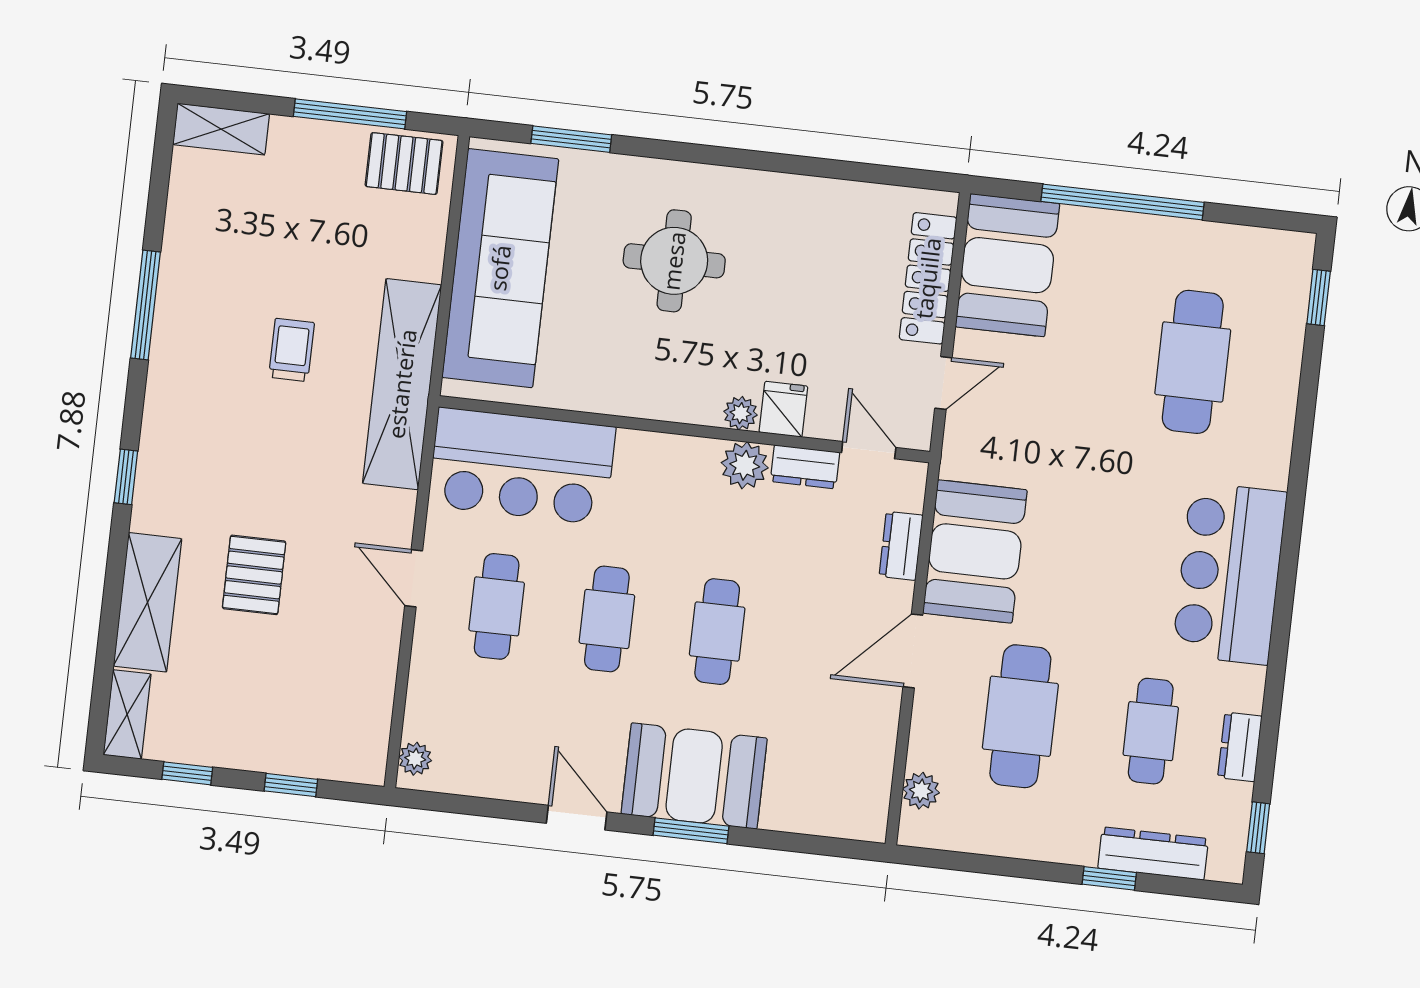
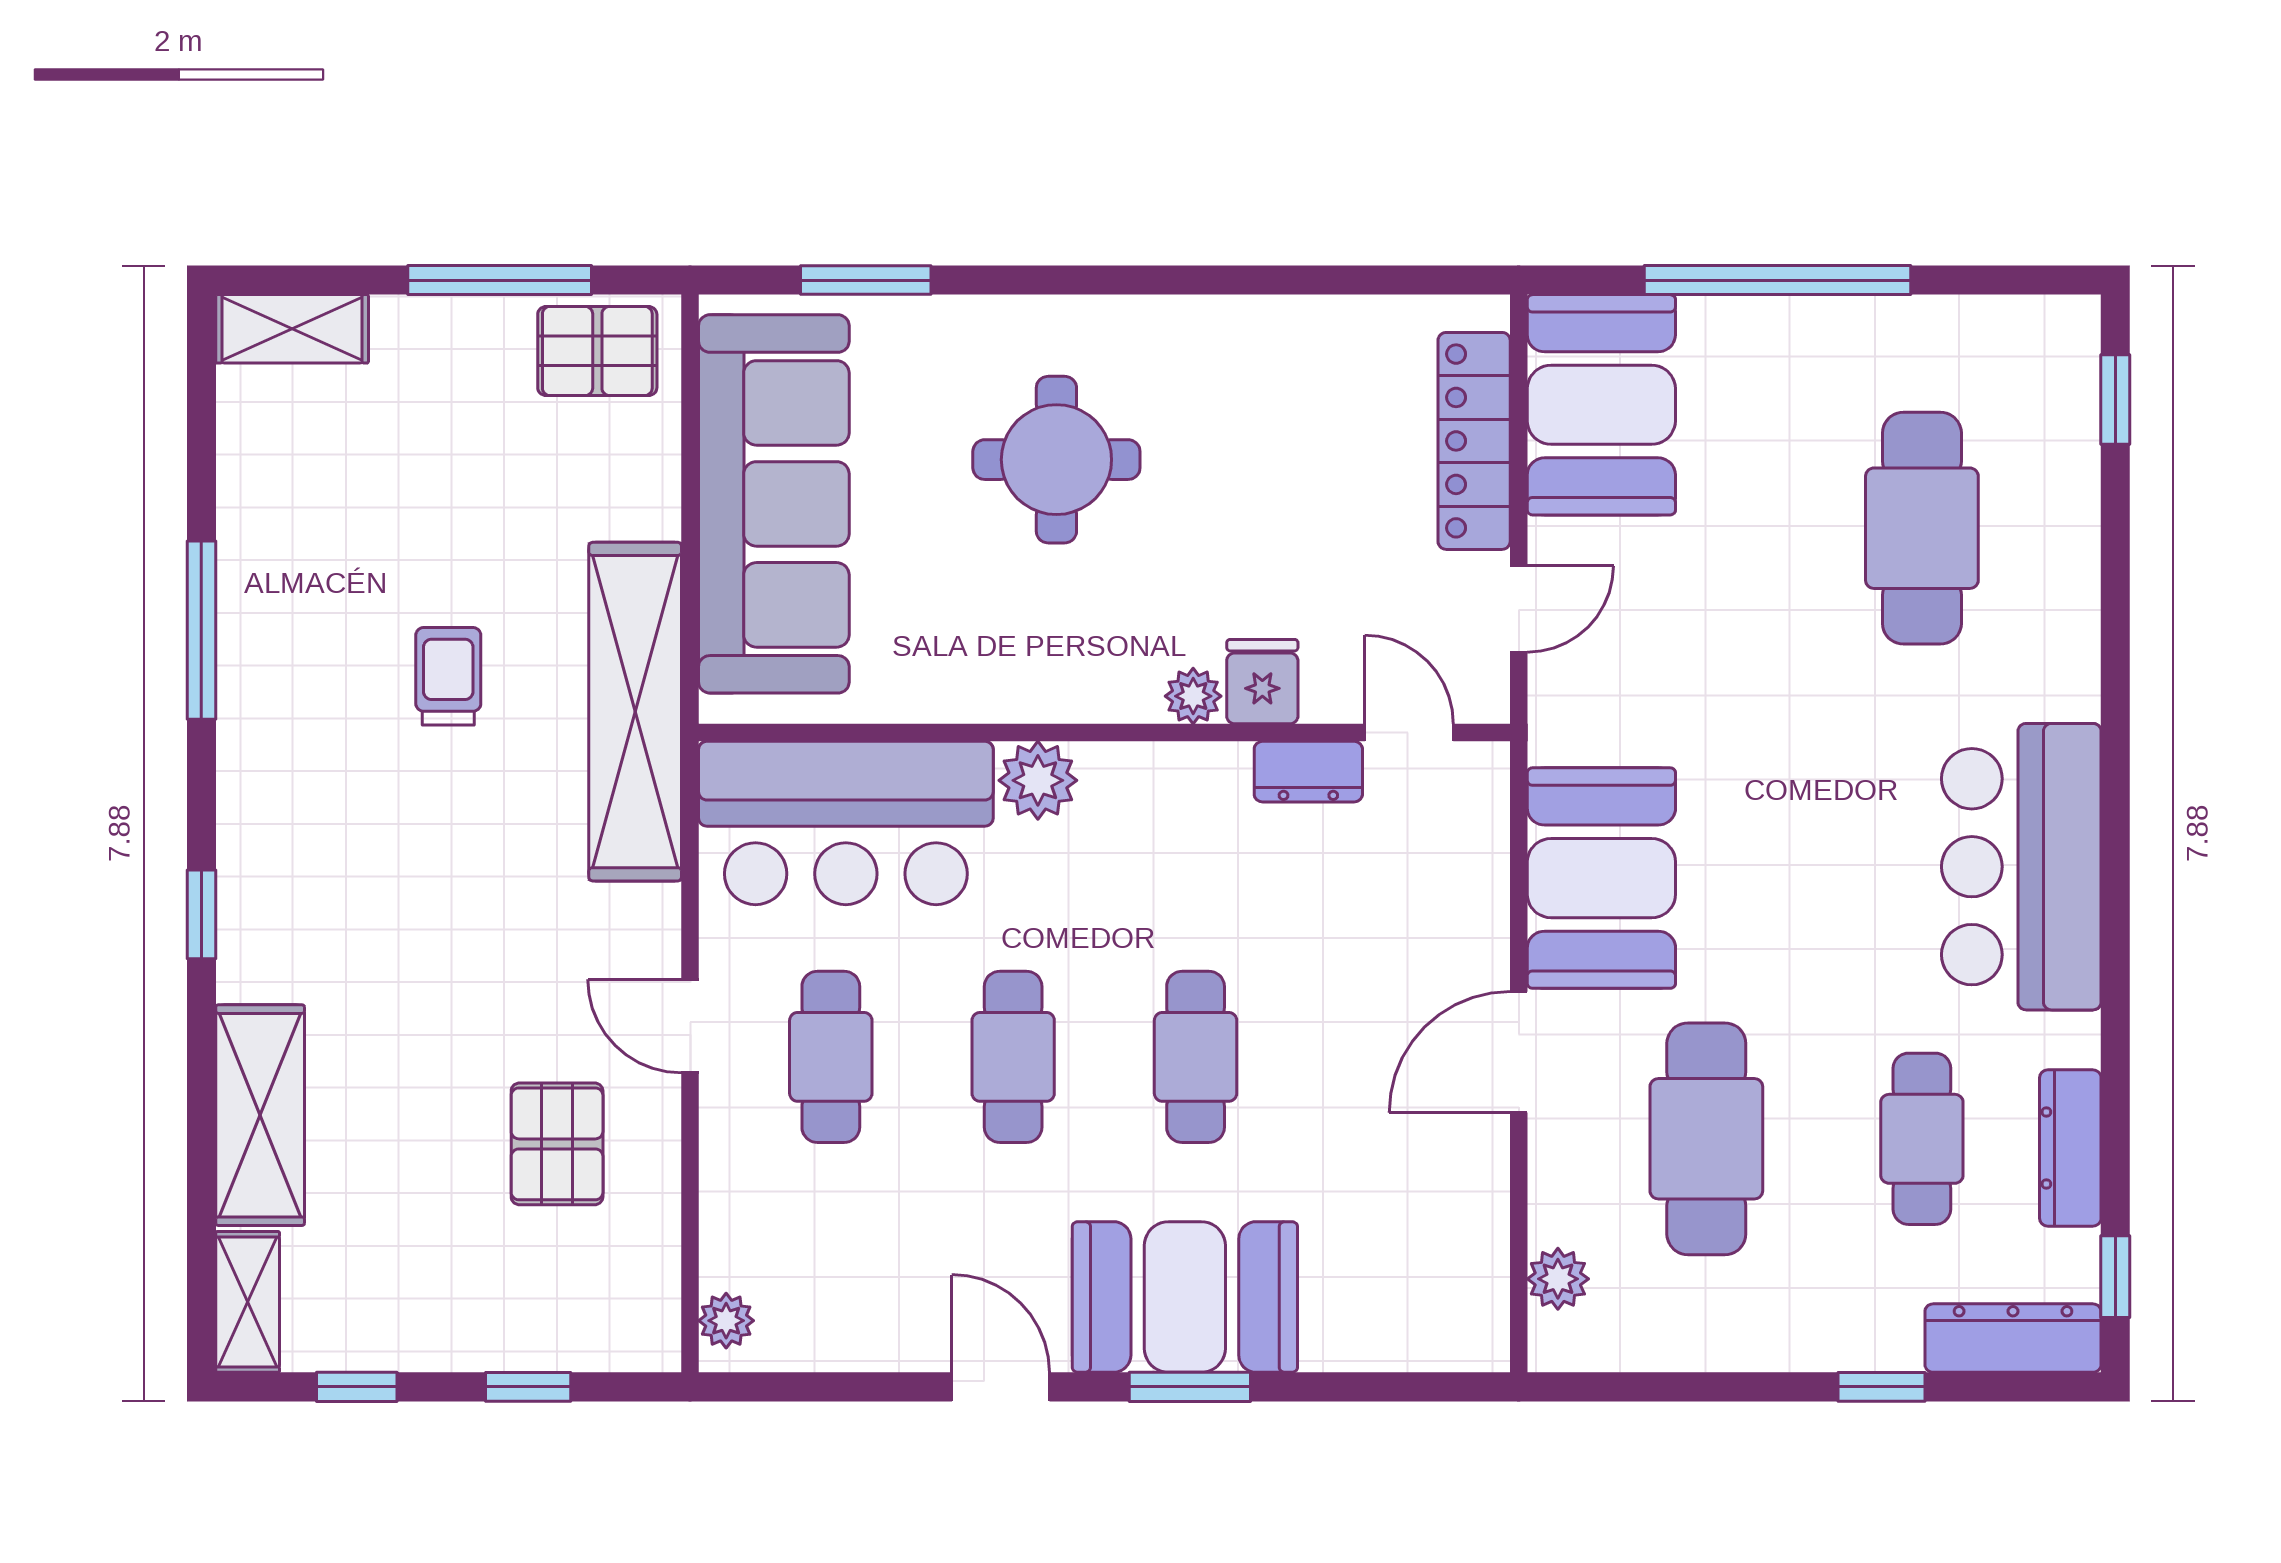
plant: (745, 465) -> (1038, 780), moved
dresser: (901, 546) -> (1480, 883), removed
pallet: (254, 575) -> (557, 1144), moved
dresser: (1240, 747) -> (2070, 1148), width x1.44
dresser: (1153, 853) -> (2013, 1338), moved

